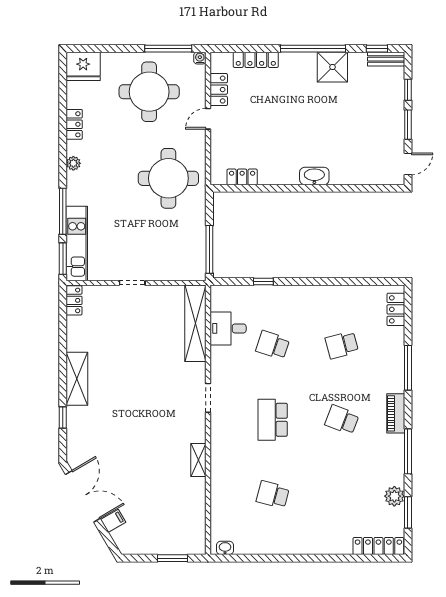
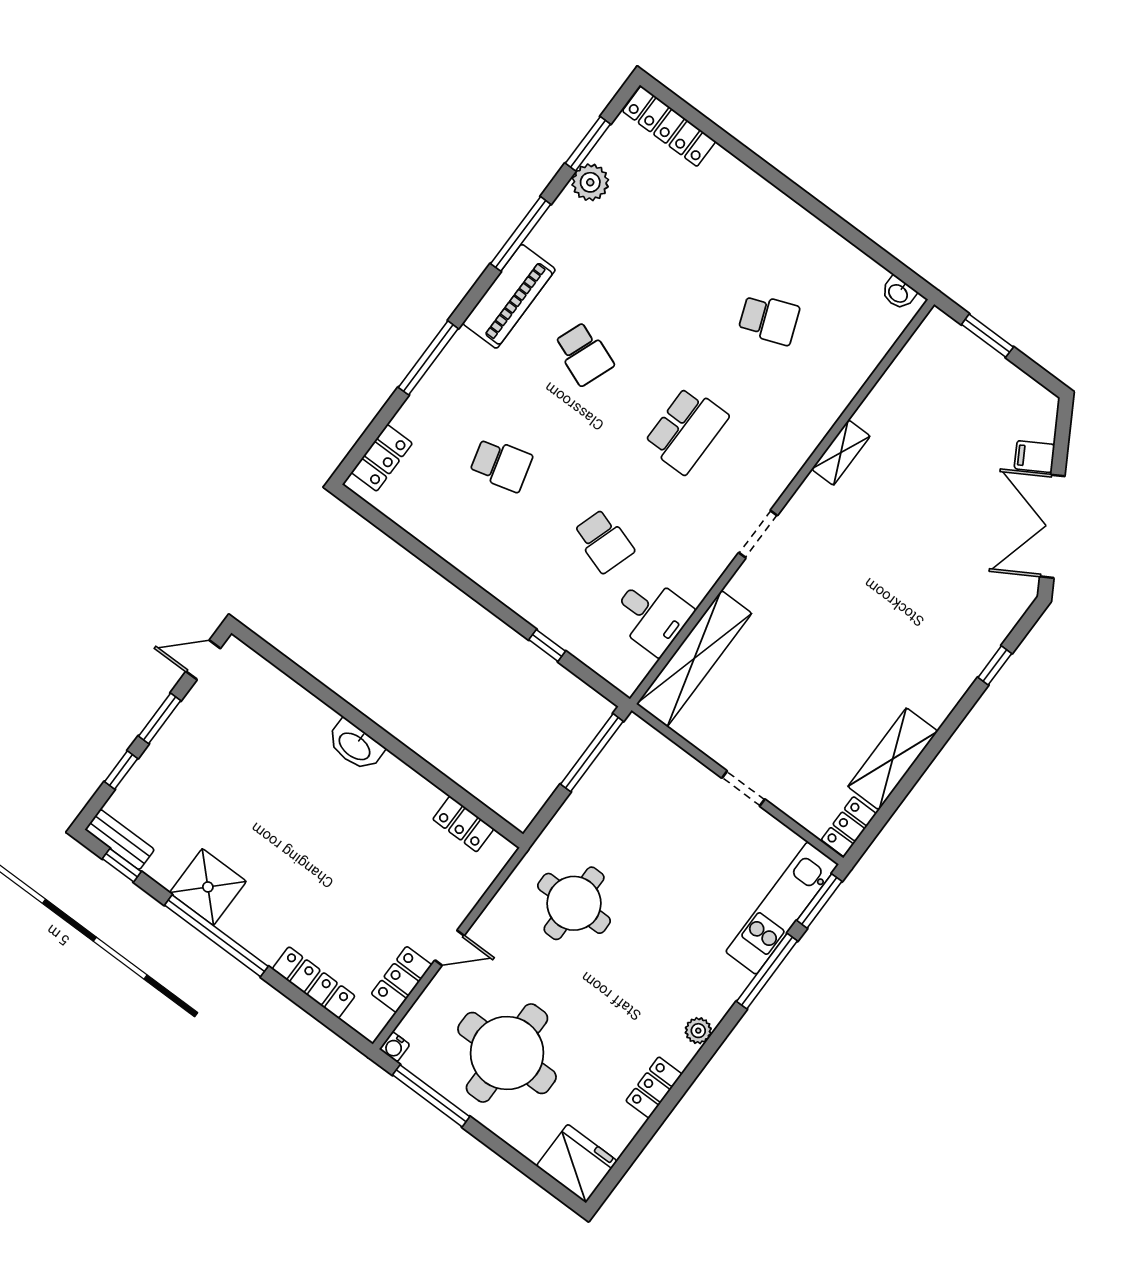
round table: (168, 178) -> (574, 903), width x0.73, depth x0.73
shelving: (77, 379) -> (893, 759), moved
piano: (396, 413) -> (509, 296), width x1.37, depth x1.33
school desk: (273, 495) -> (769, 319), turned -36

